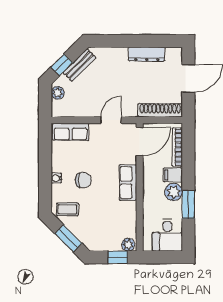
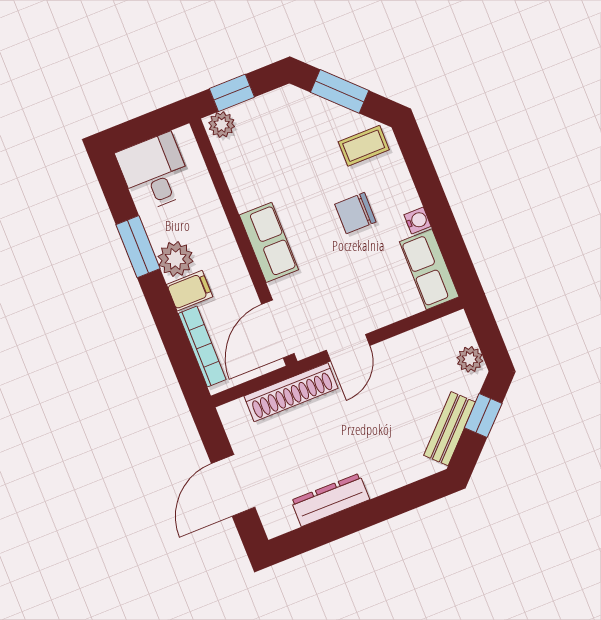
shoe rack: (160, 110) -> (291, 392), moved
row of seats: (71, 132) -> (429, 269), moved, turned -90
water cooler: (56, 178) -> (417, 220), moved

